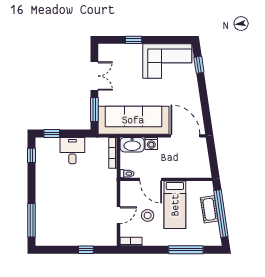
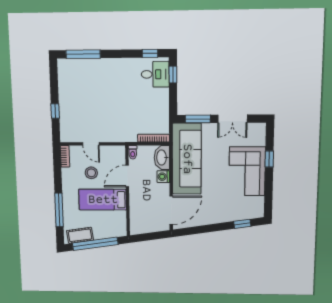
corner sofa: (167, 61) -> (247, 171), moved
desk: (72, 151) -> (155, 74), moved
cot: (209, 209) -> (80, 235), moved

